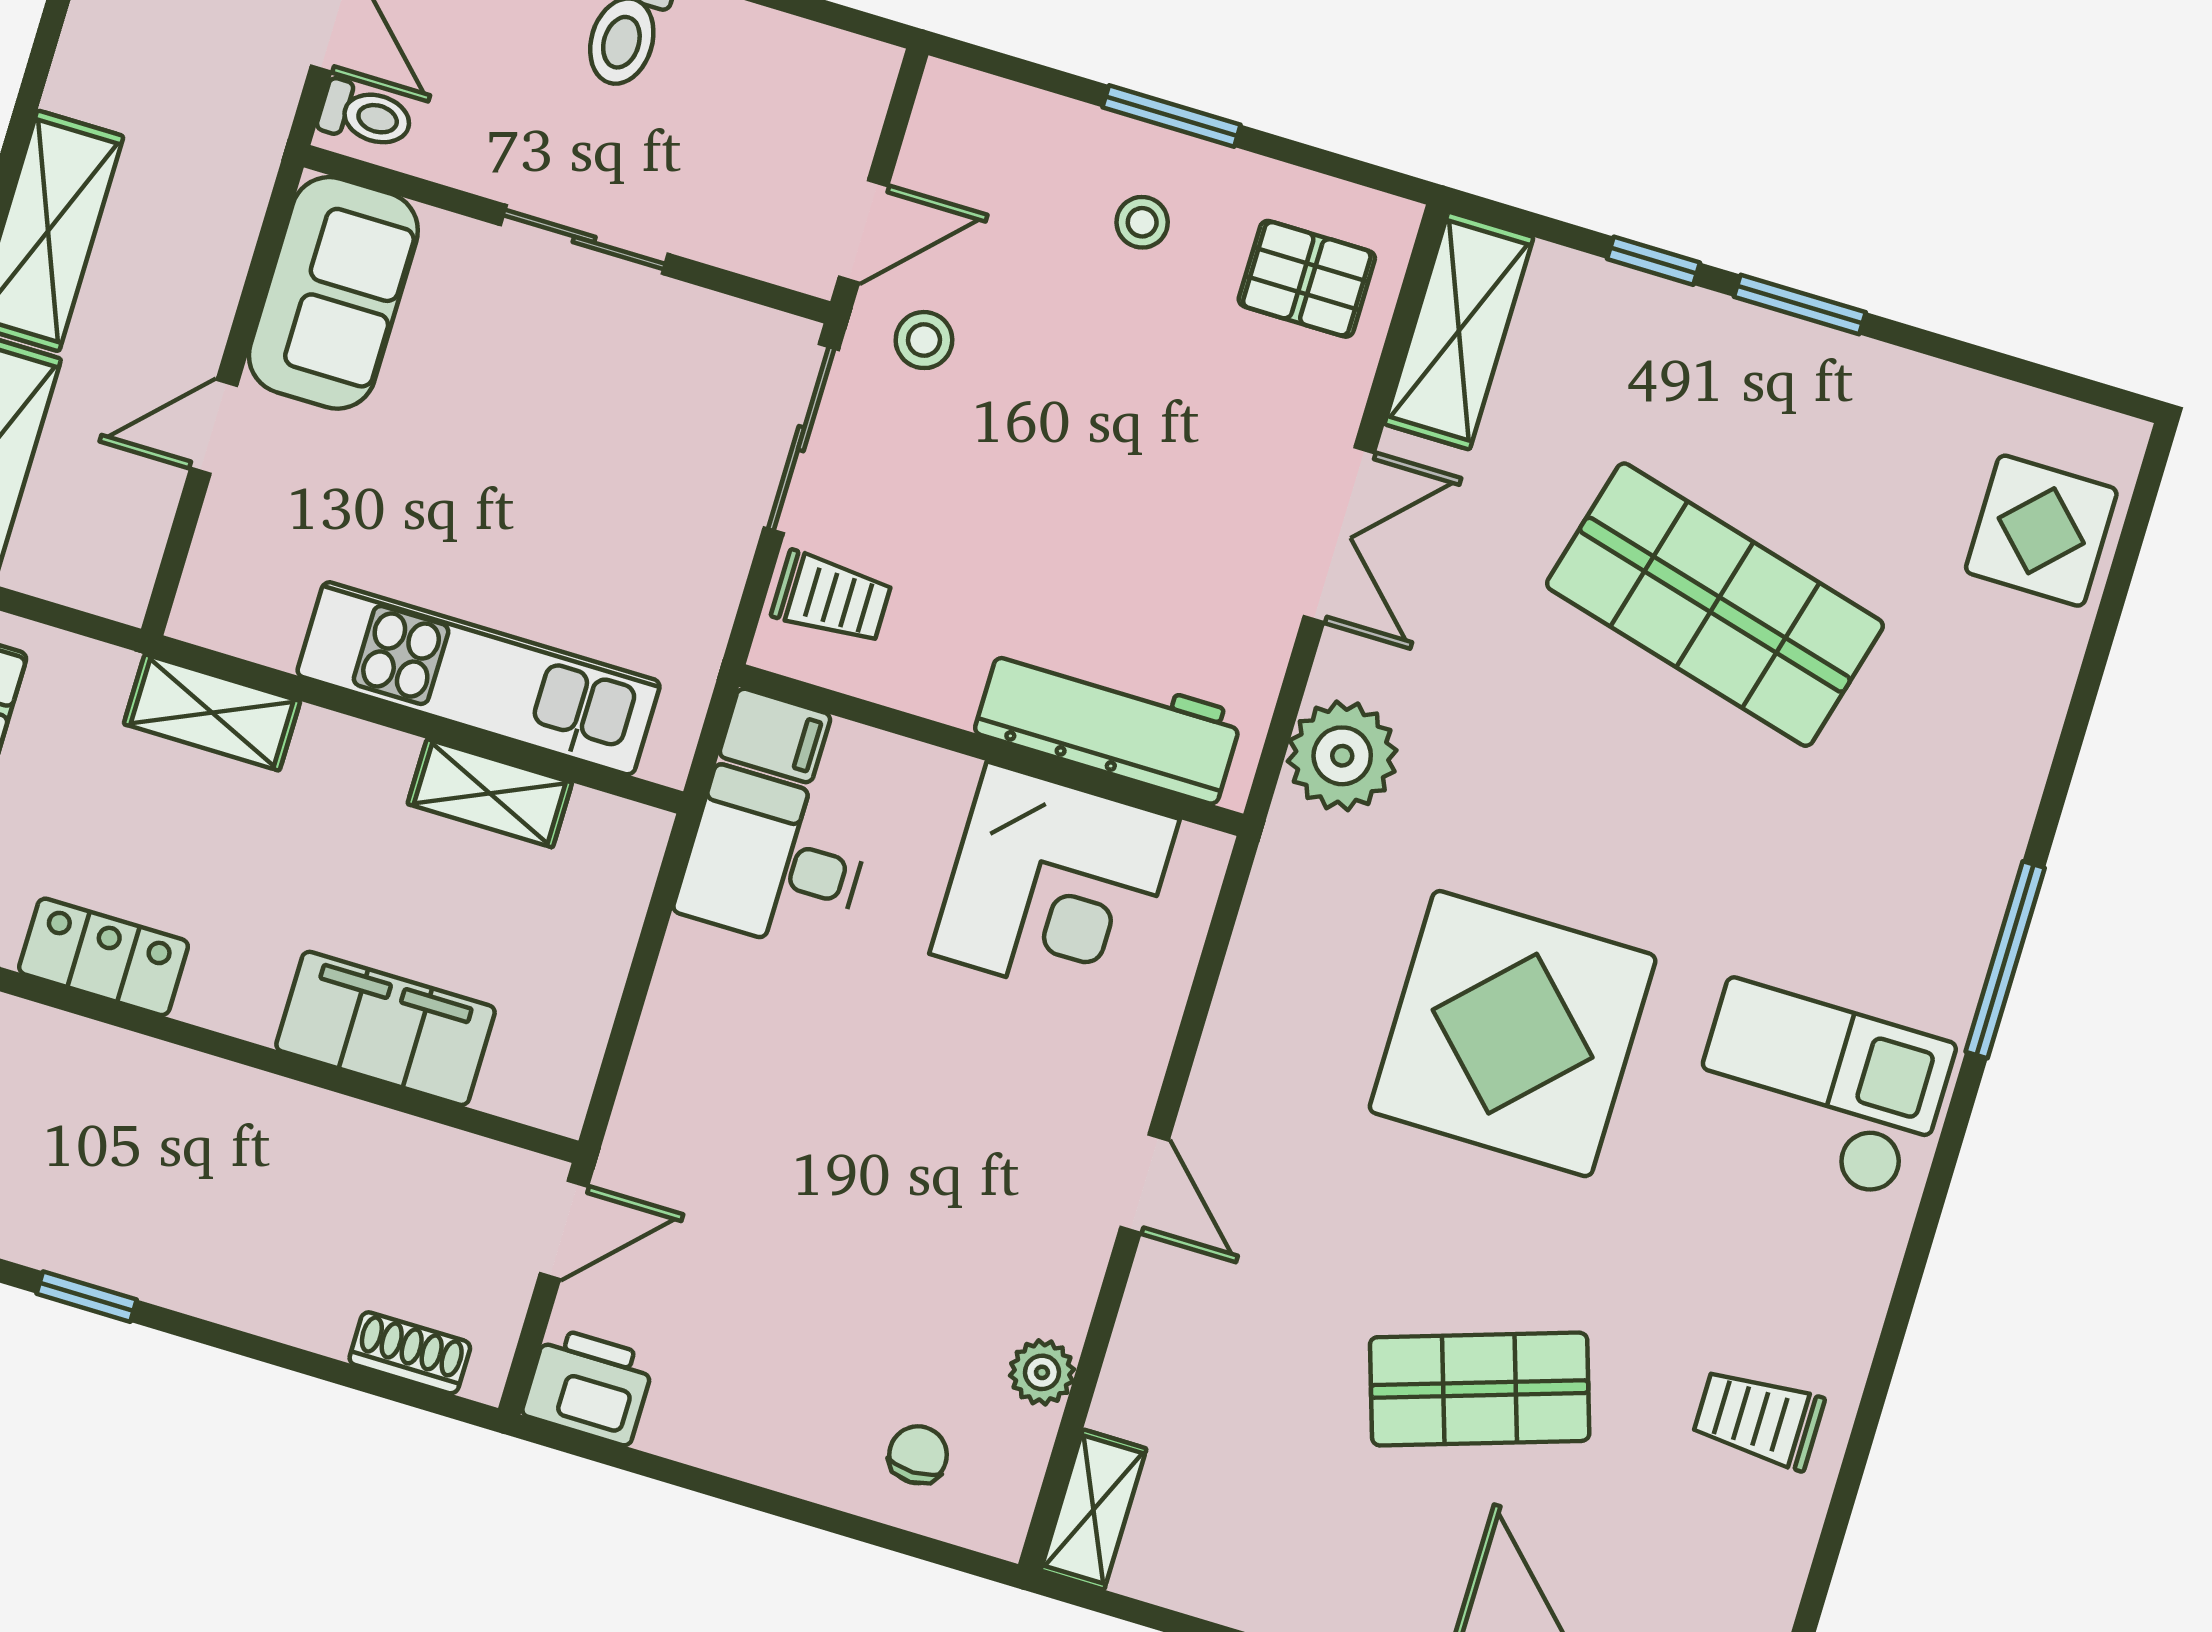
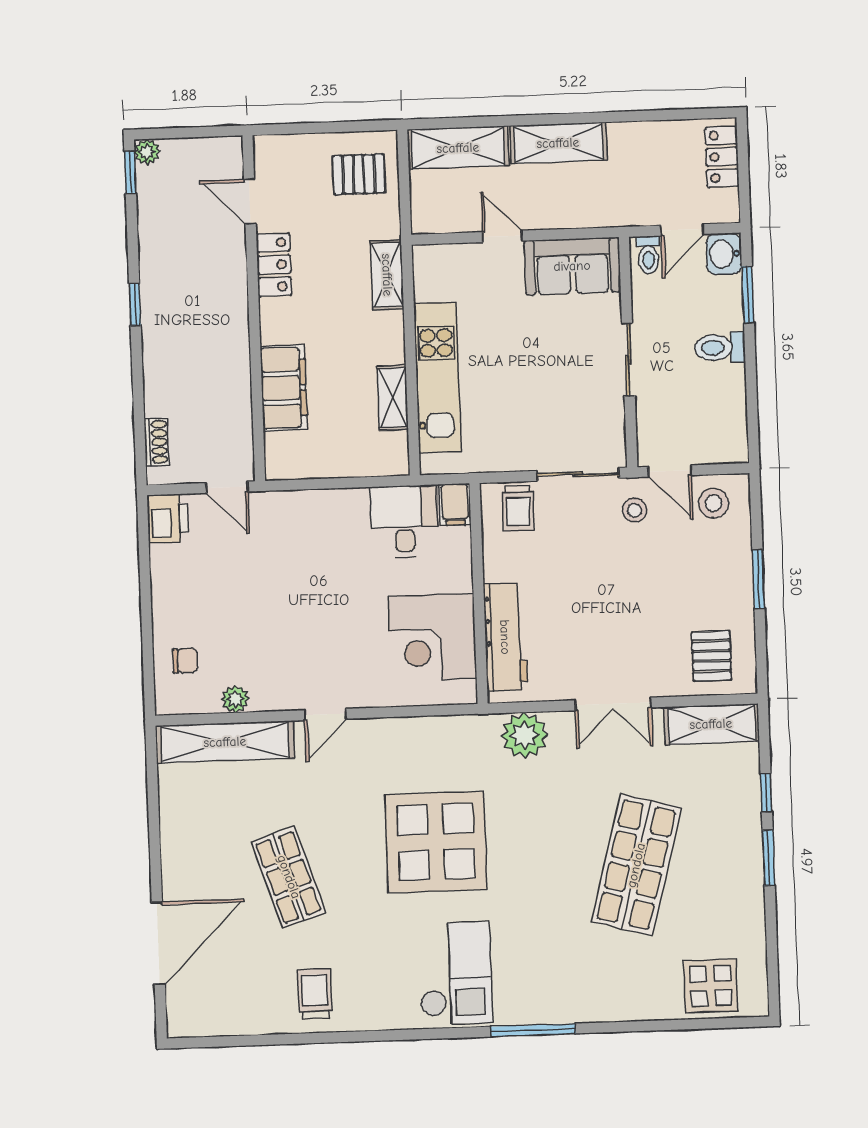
stool: (1142, 222) -> (714, 503), moved, width x1.37, depth x1.37
shelving: (1094, 1510) -> (225, 742), width x2.20, depth x1.33

